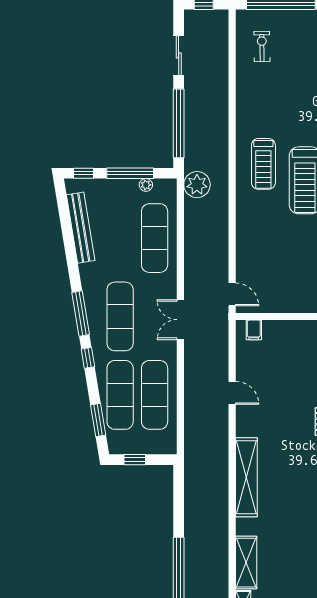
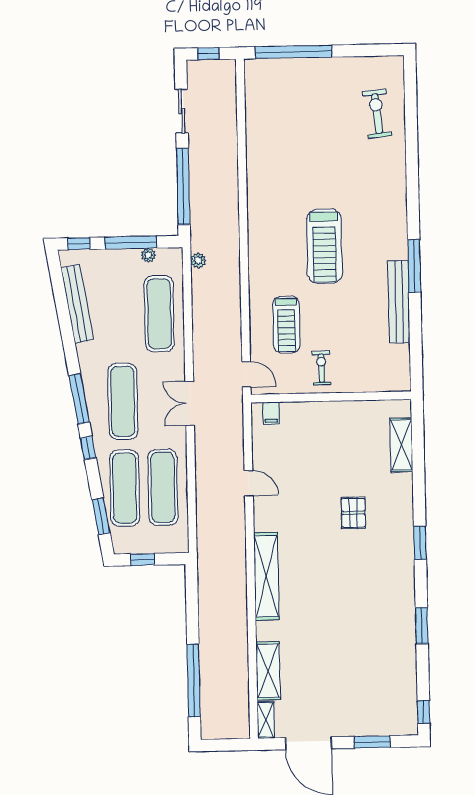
exercise bike: (262, 47) -> (321, 368), moved
treadmill: (263, 164) -> (286, 324), moved
plant: (197, 185) -> (198, 260), width x0.53, depth x0.53

